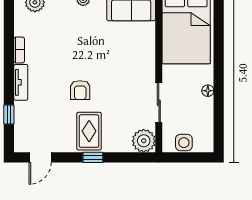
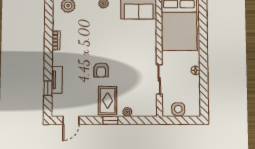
tv unit: (21, 82) -> (57, 80), moved
plant: (144, 141) -> (127, 112), moved, width x0.53, depth x0.53

